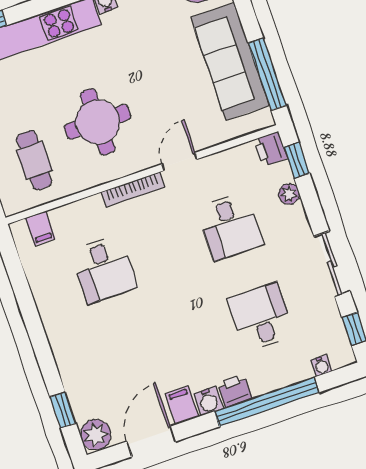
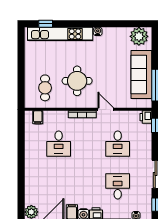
door: (180, 162) -> (106, 109), hinge flipped
plant: (289, 194) -> (147, 139), removed
window: (63, 410) -> (21, 197), removed

